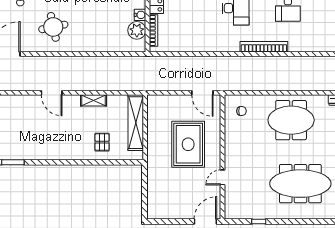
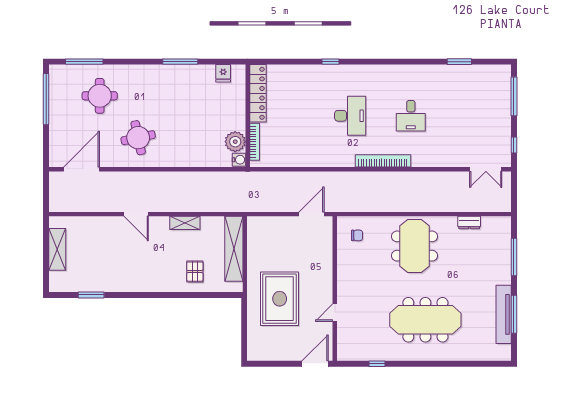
water cooler: (140, 15) -> (239, 160), moved
door: (202, 93) -> (311, 214), swing flipped
meeting table: (291, 120) -> (415, 246), turned 90
rug: (188, 144) -> (280, 299), moved

